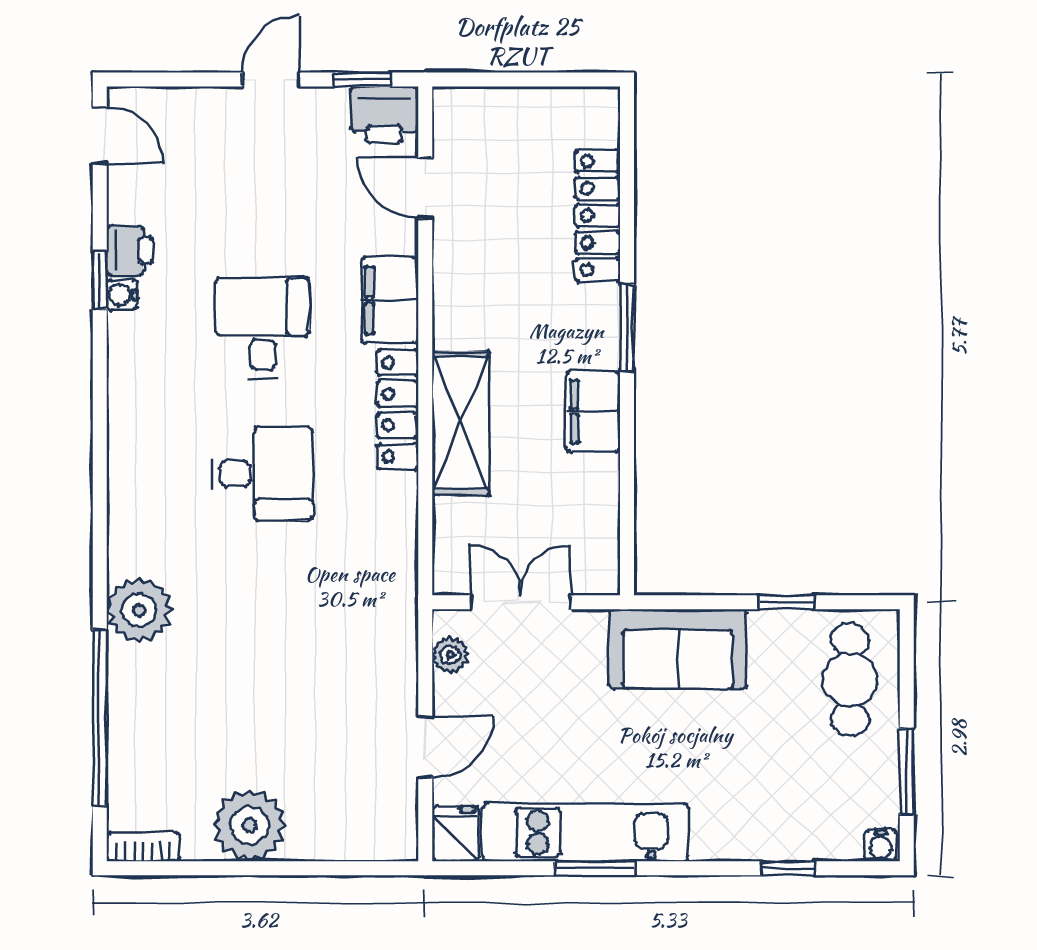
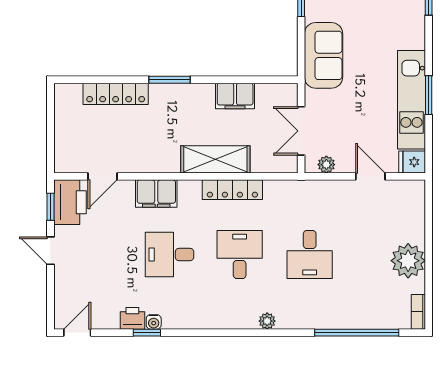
printer: (384, 115) -> (70, 202), width x1.37, depth x1.19
locker: (398, 410) -> (232, 190), moved
filing cabinet: (593, 412) -> (235, 96), moved
plant: (139, 610) -> (267, 321), moved, width x0.53, depth x0.53
desk: (263, 620) -> (310, 255), added

